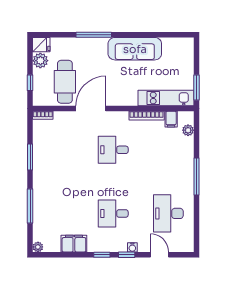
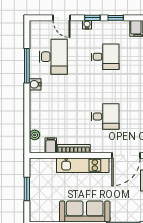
window: (196, 87) -> (27, 189), moved
kitchen unit: (166, 98) -> (83, 165), moved
window: (196, 177) -> (27, 66), moved
water cooler: (188, 184) -> (35, 84), added

